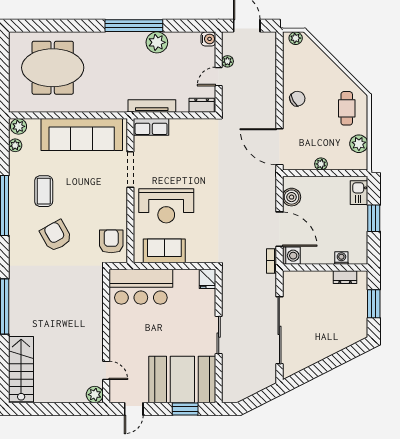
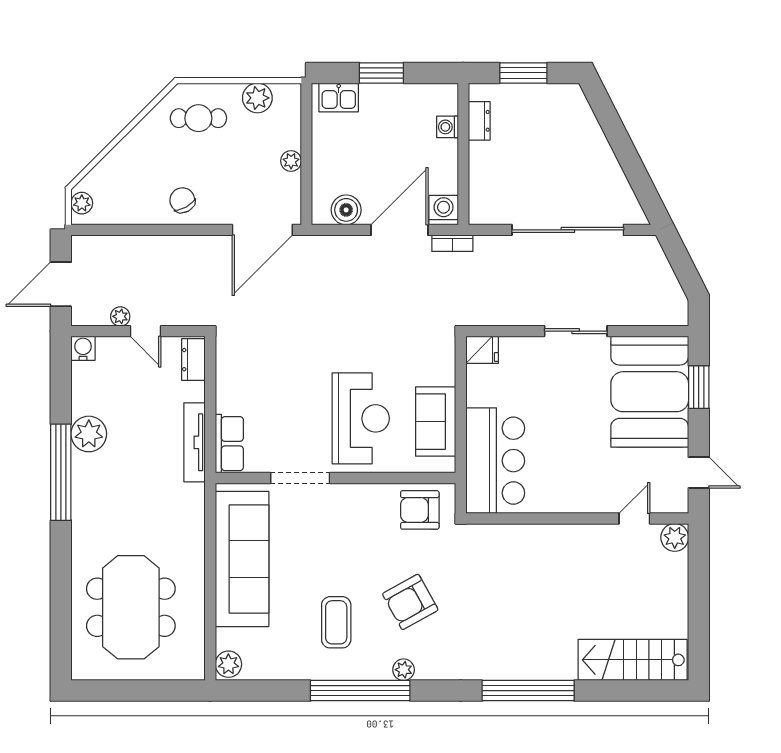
plant: (15, 145) -> (404, 670), moved
coffee table: (44, 191) -> (336, 622), turned 90

